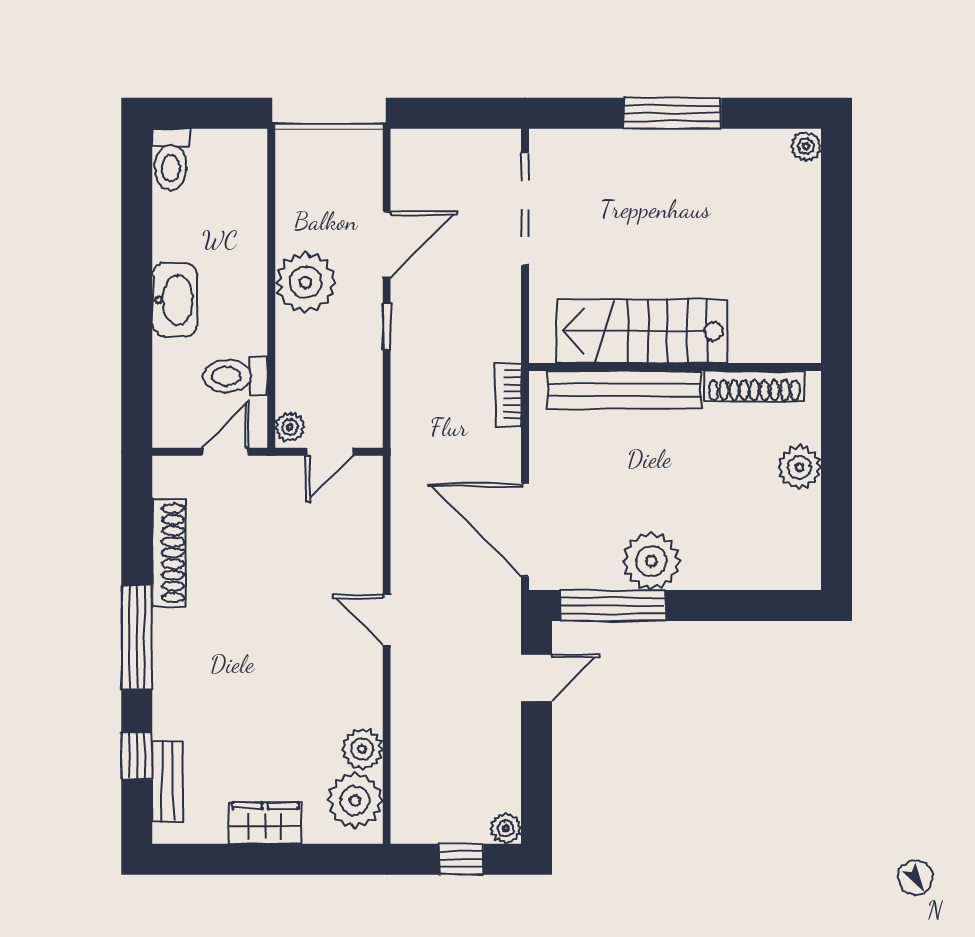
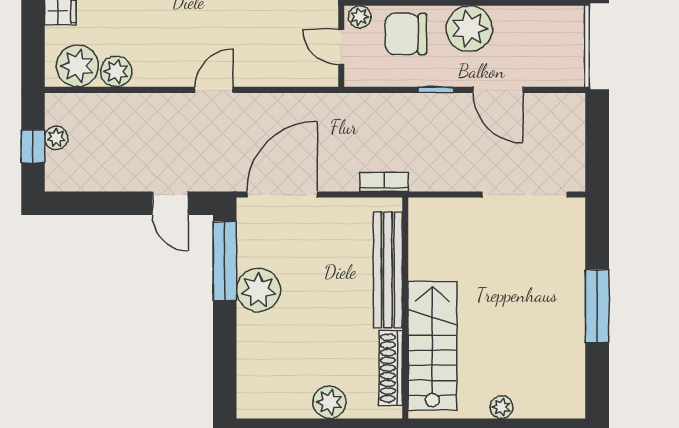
plant: (806, 146) -> (501, 407), moved
stairs: (642, 331) -> (432, 346), moved
chair: (313, 366) -> (406, 34), added
plant: (506, 828) -> (56, 138), moved

